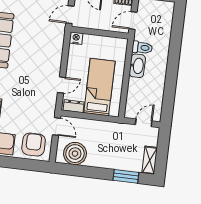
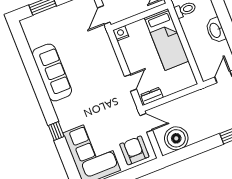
washbasin: (137, 66) -> (215, 30), moved, turned 180
bed: (99, 87) -> (167, 39), moved, turned 180

